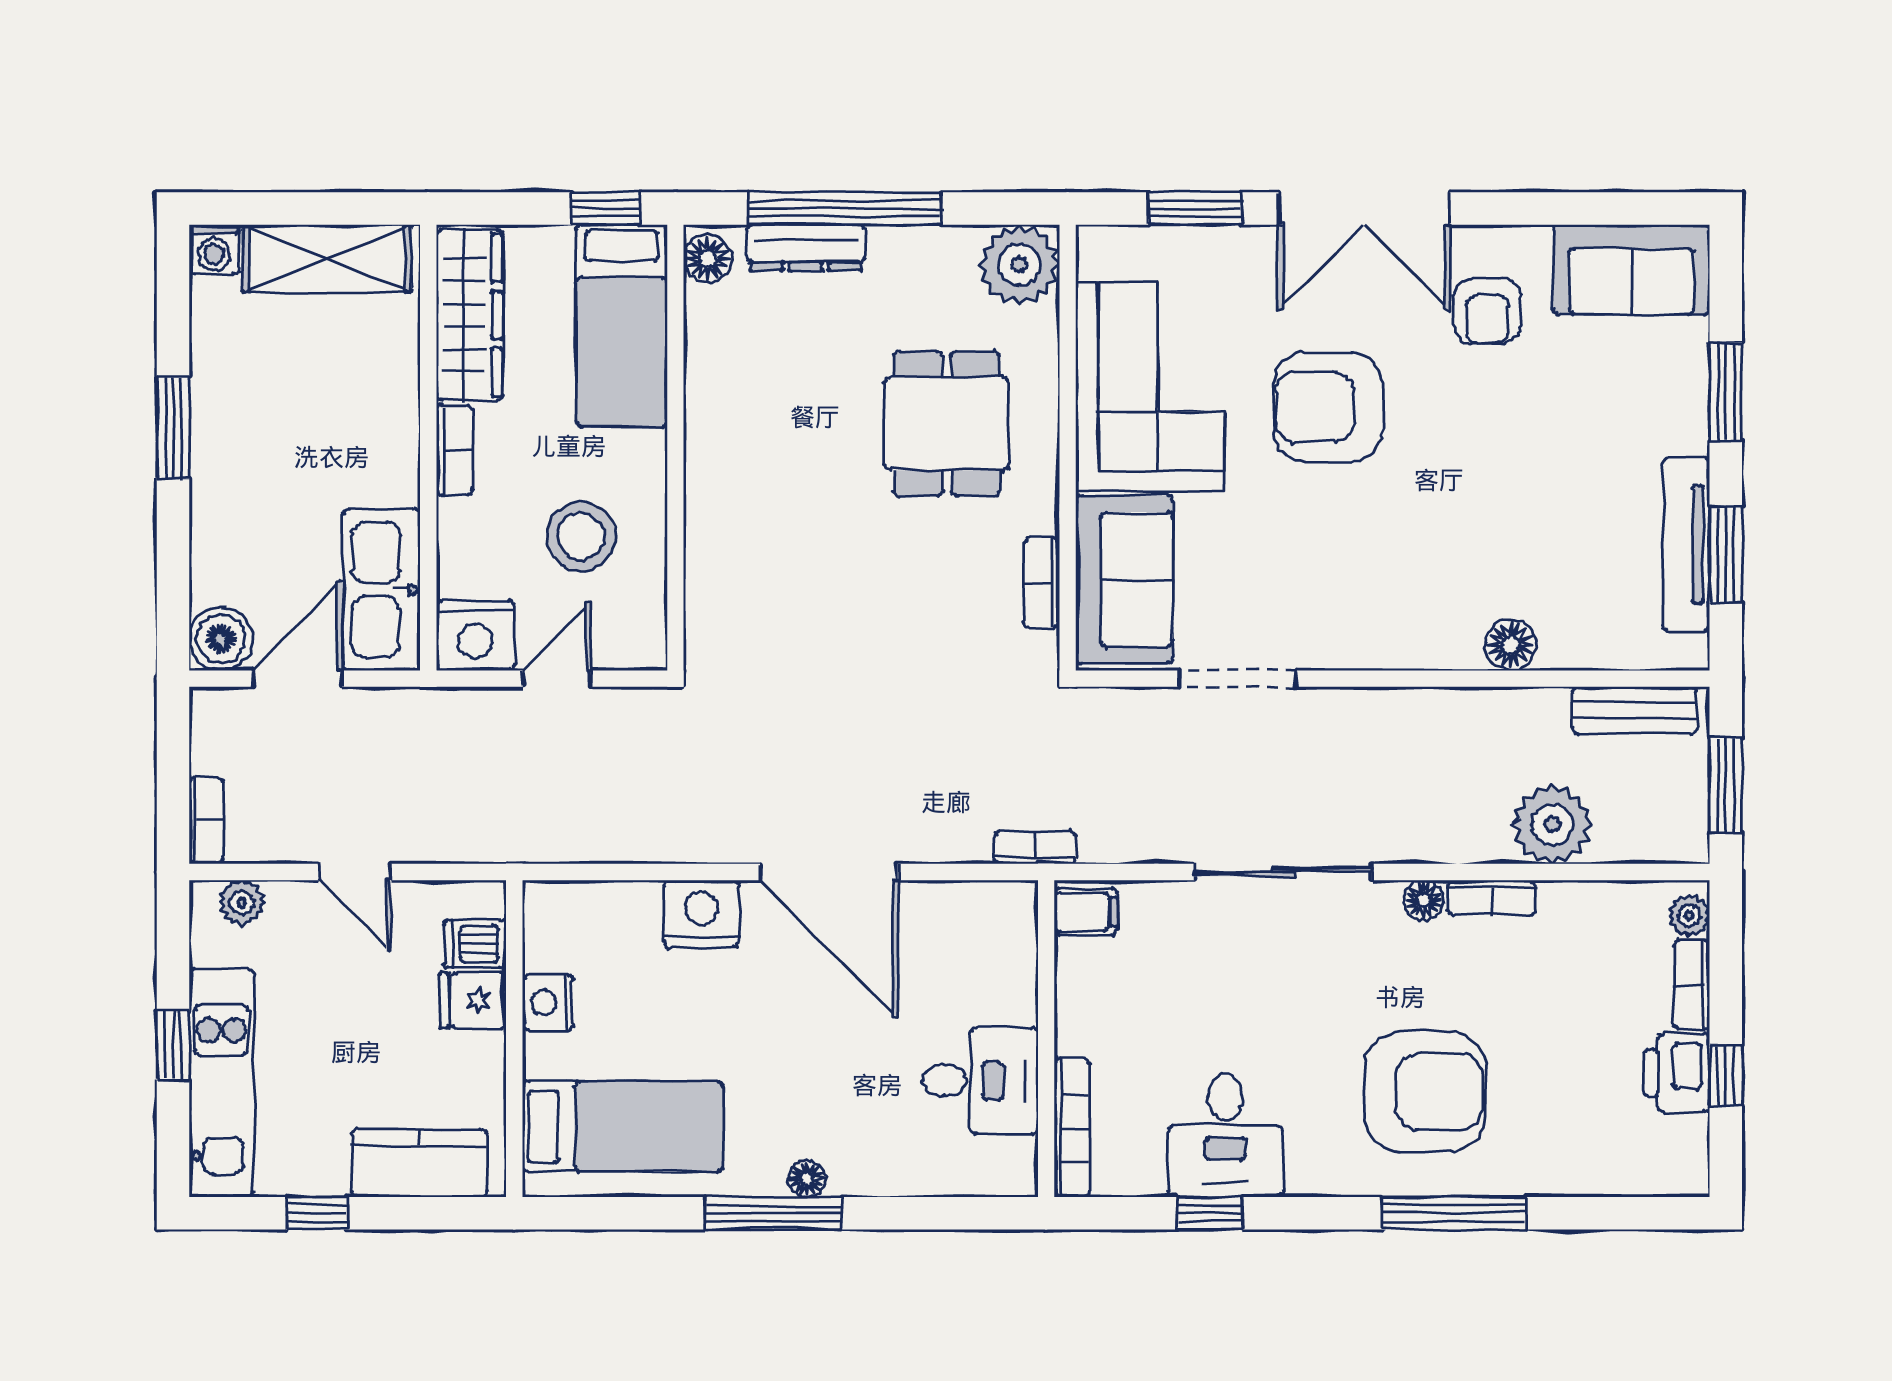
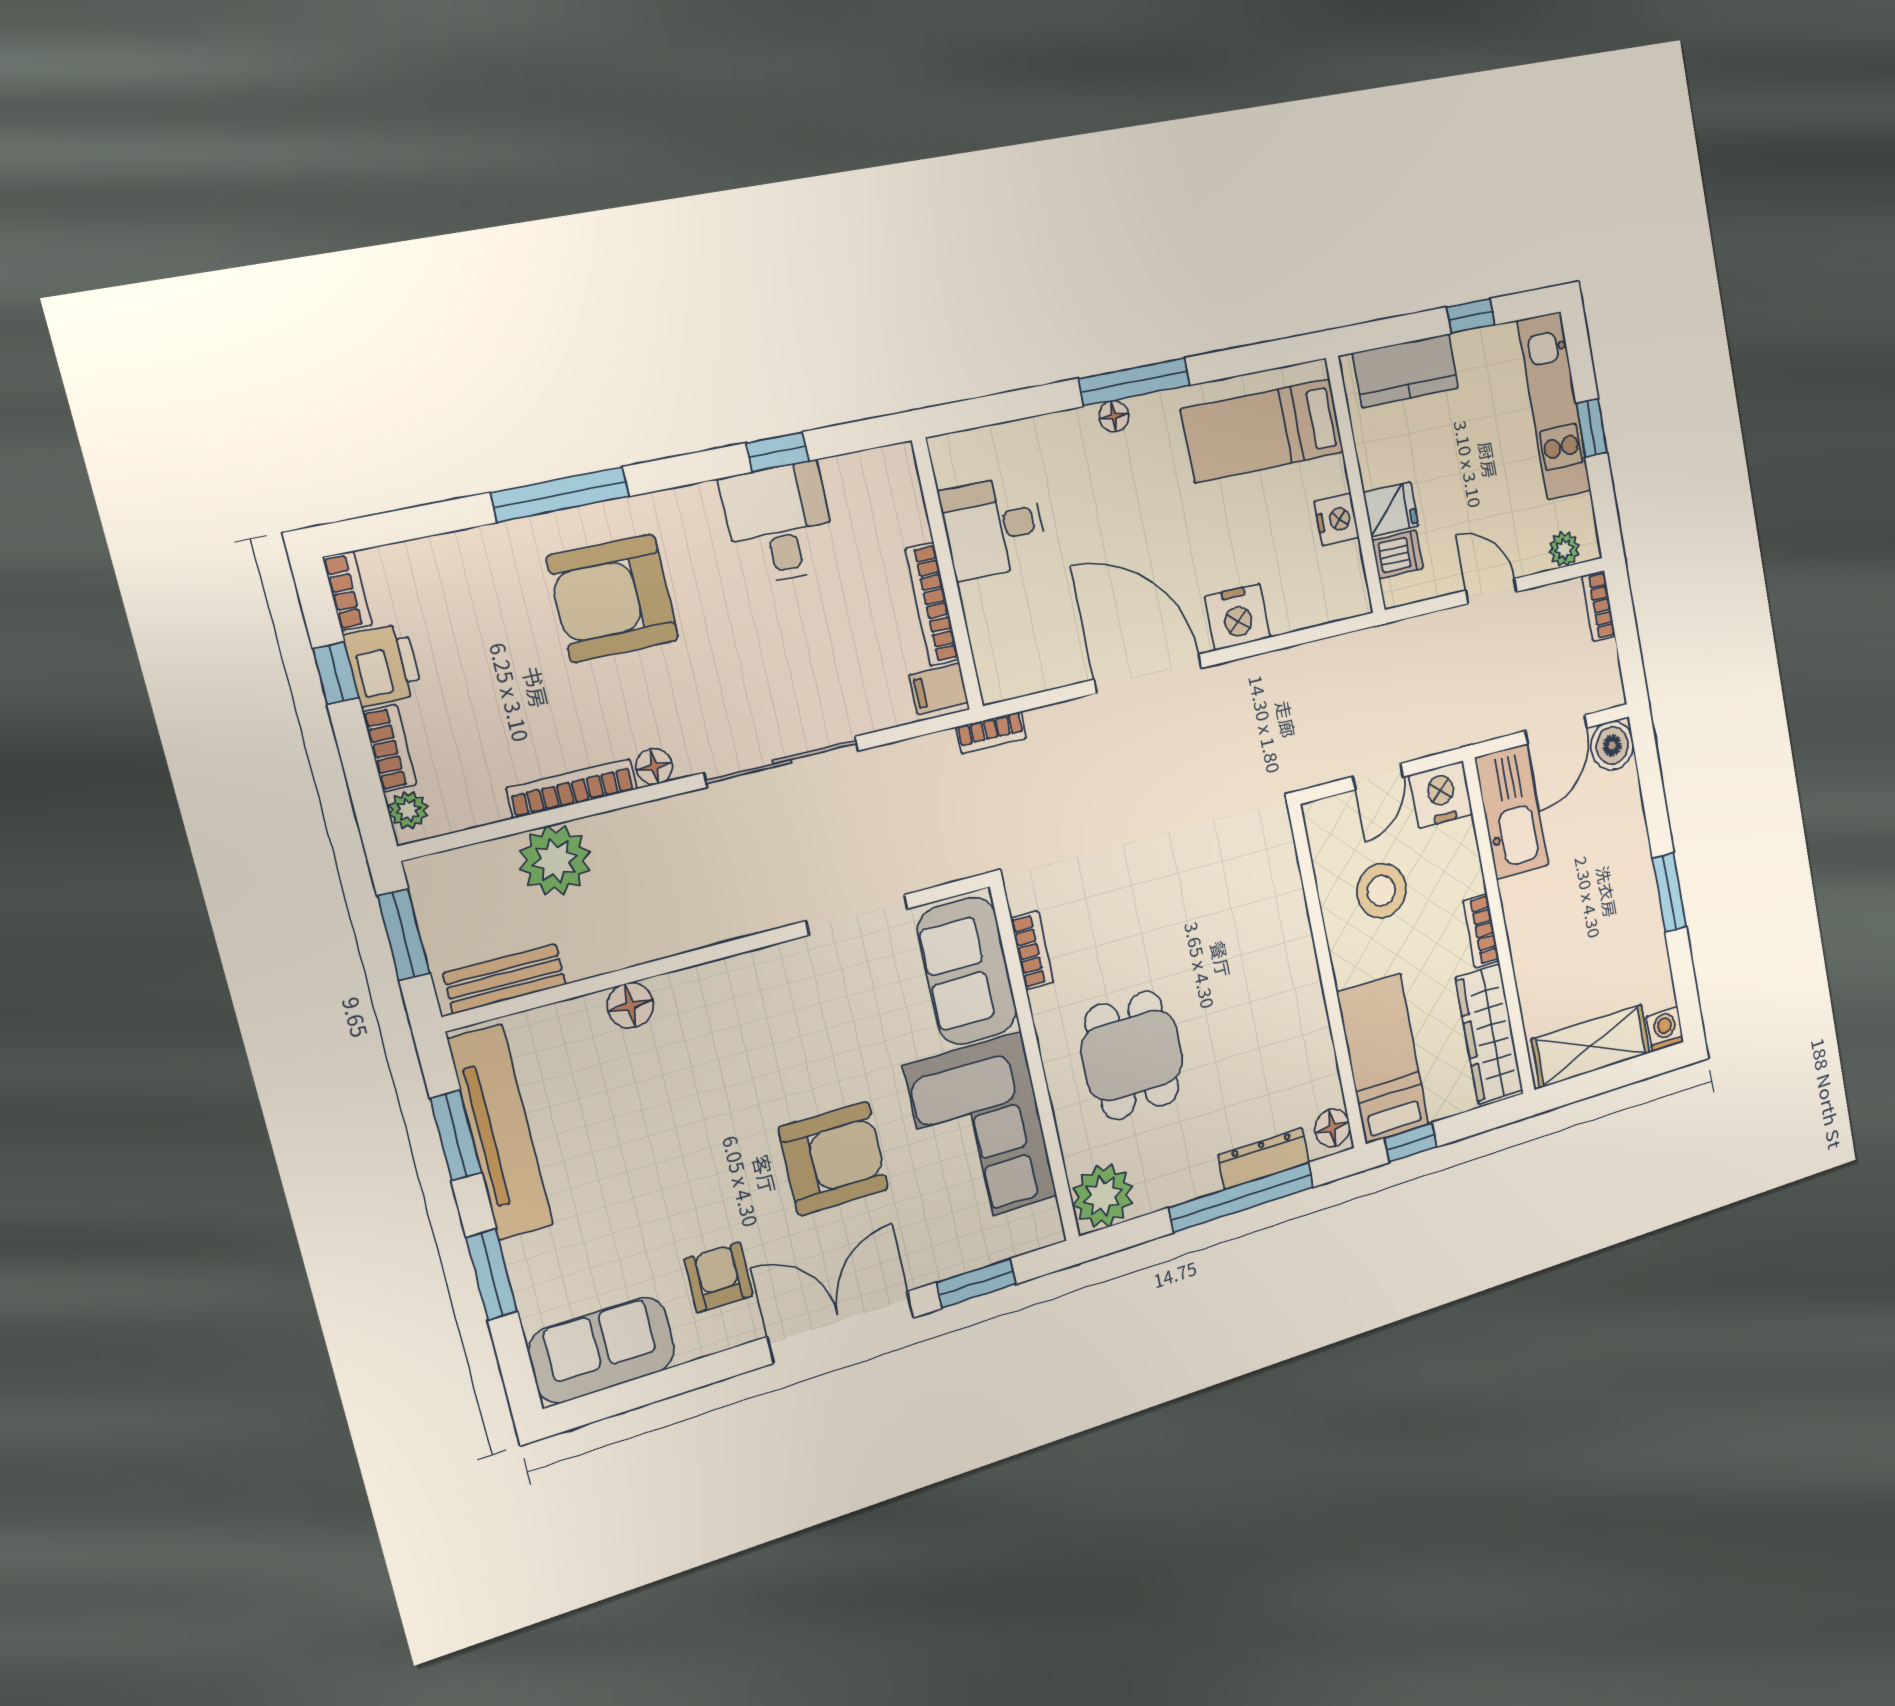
tv unit: (1686, 545) -> (501, 1133), width x1.36, depth x1.29
bookcase: (1492, 898) -> (572, 788), width x1.56
bookcase: (1072, 1128) -> (932, 604), moved
bookcase: (1694, 1157) -> (347, 591), added

